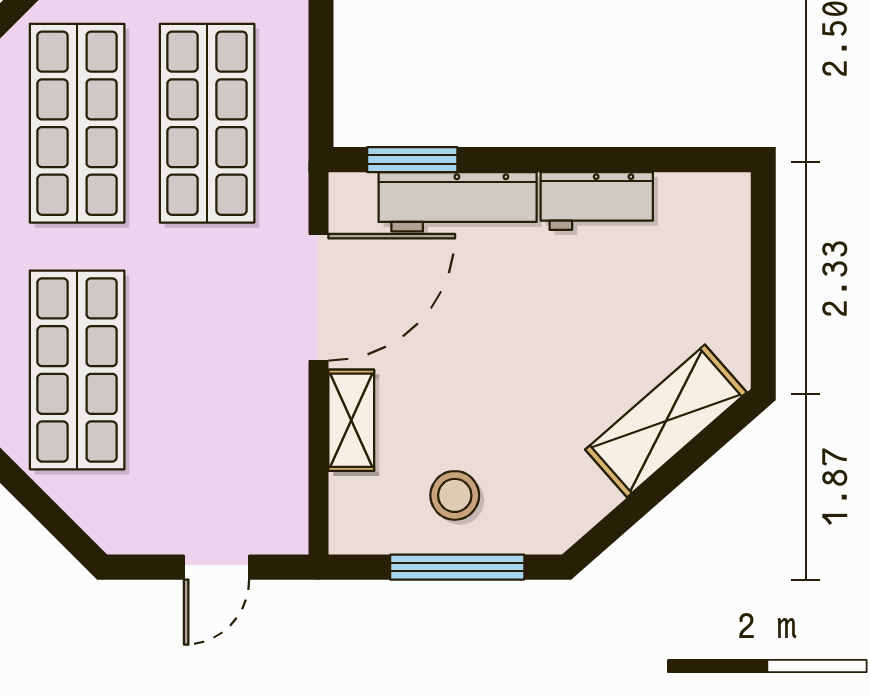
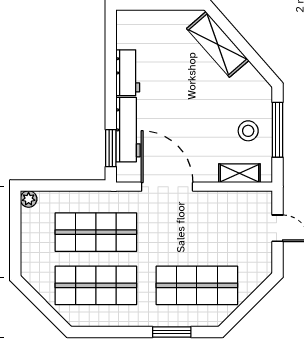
shelving: (351, 420) -> (239, 173), moved

